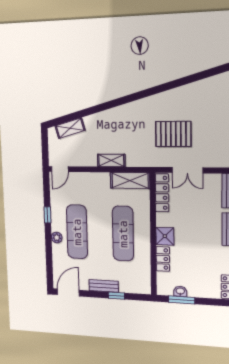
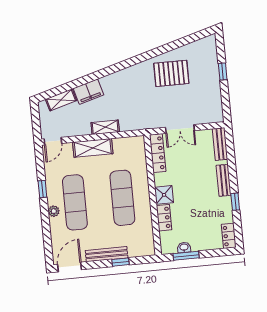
filing cabinet: (97, 122) -> (88, 92), added
pallet: (173, 134) -> (171, 73), moved
shelving: (130, 181) -> (93, 148), moved
bench: (104, 286) -> (107, 254), width x1.36

